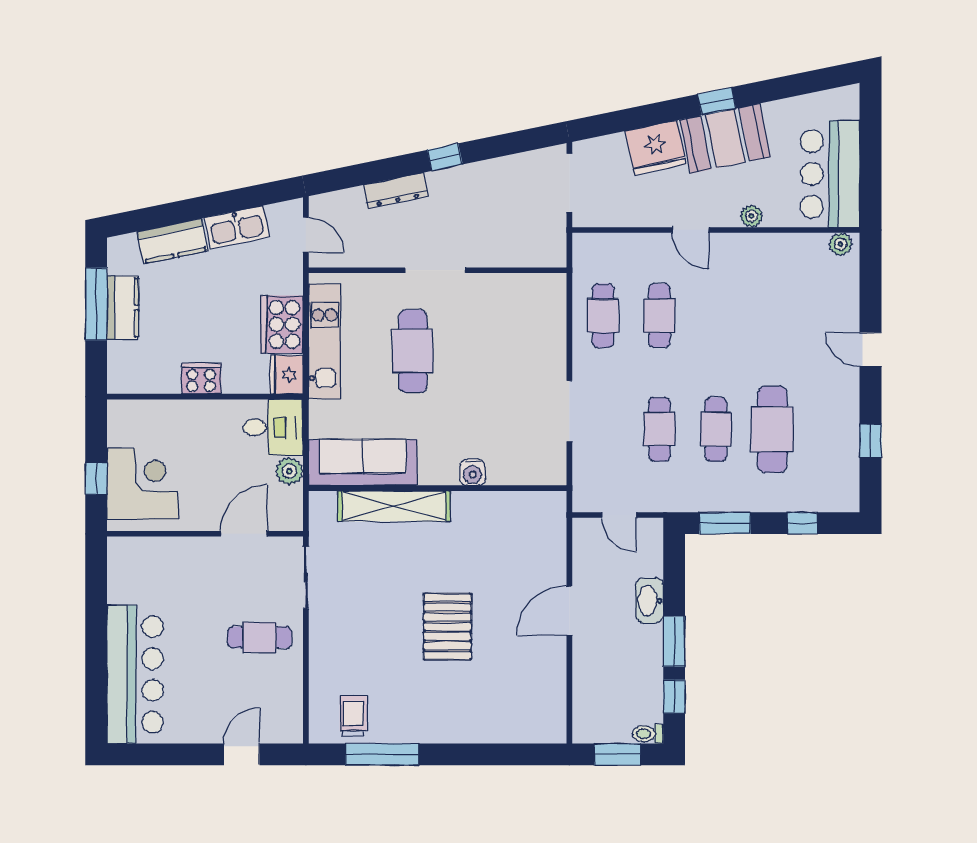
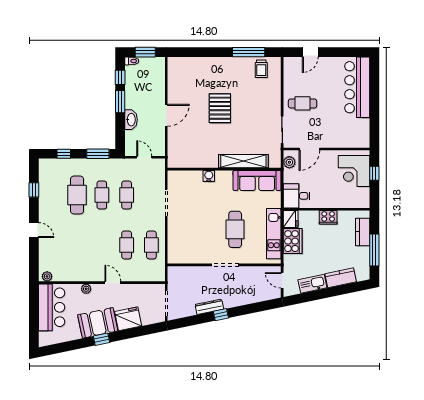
dresser: (396, 191) -> (209, 307), moved
kitchen counter: (123, 308) -> (363, 232), moved
plant: (289, 471) -> (289, 162), moved

